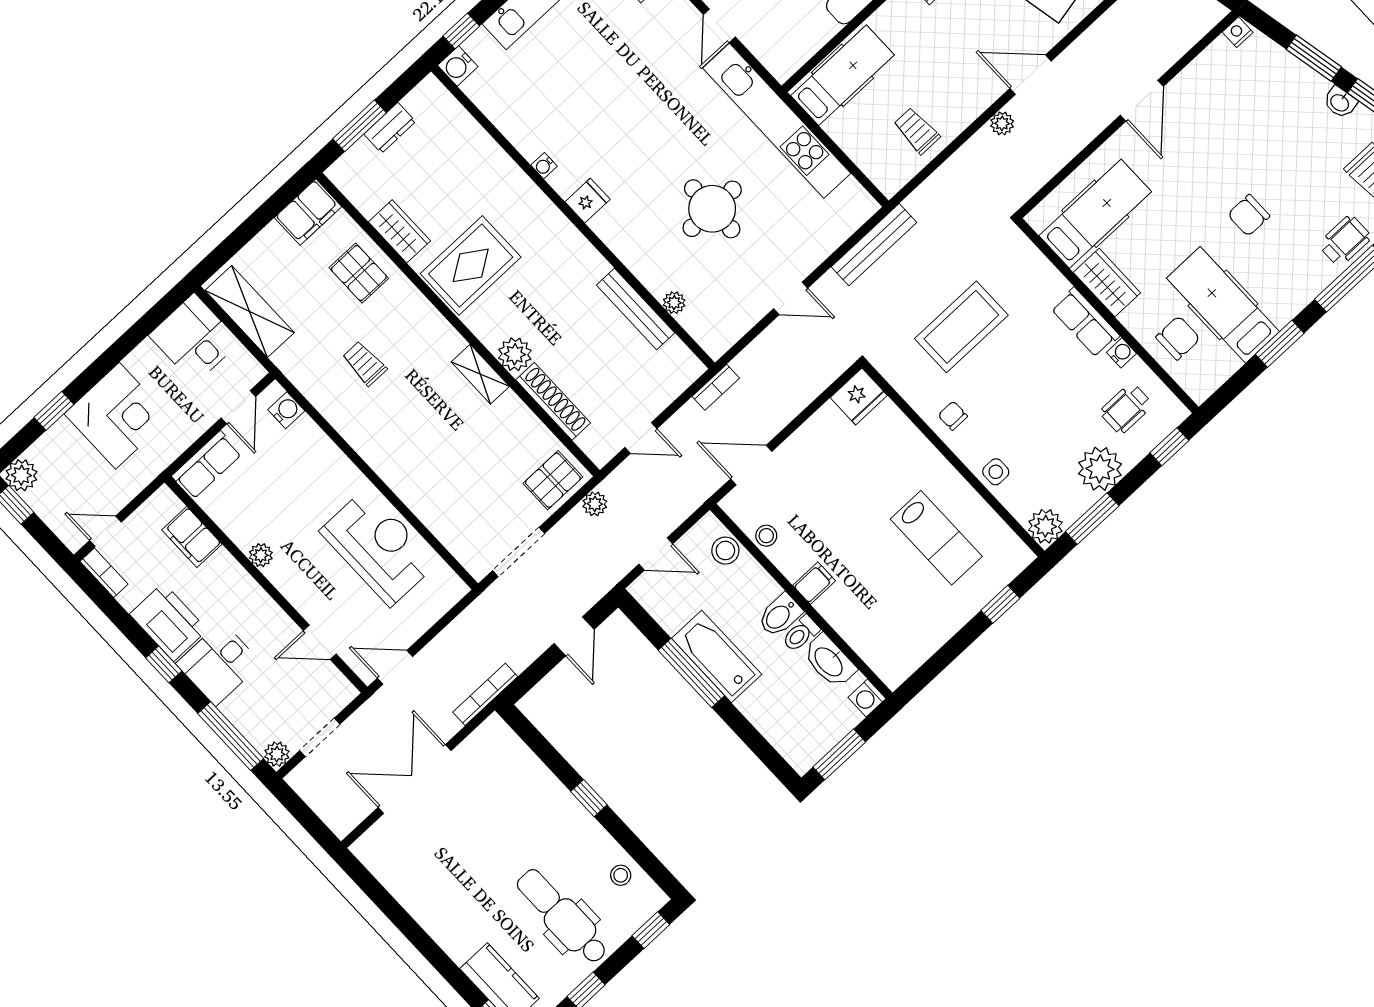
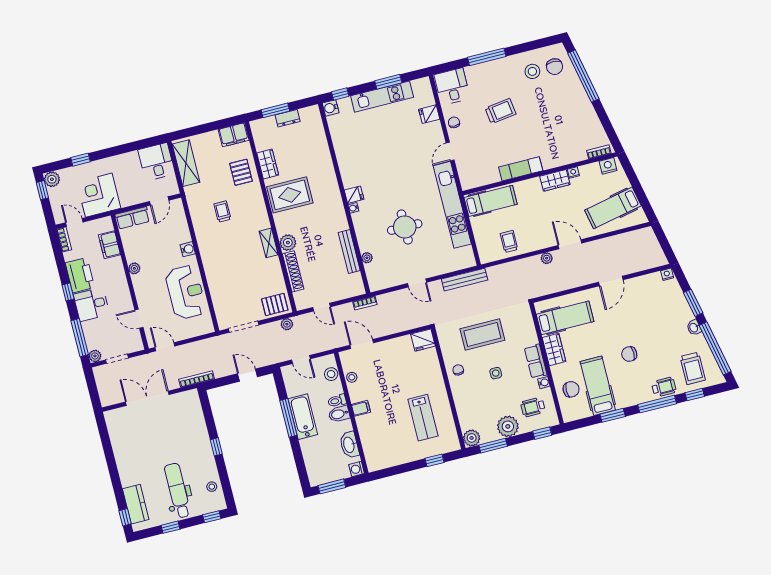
water cooler: (544, 166) -> (353, 208), moved
water cooler: (286, 410) -> (188, 249), moved
corner desk: (117, 416) -> (99, 195), moved, turned 180
side table: (996, 472) -> (496, 373), moved
toilet: (801, 634) -> (337, 401), moved
door: (574, 636) -> (247, 375), swing flipped

